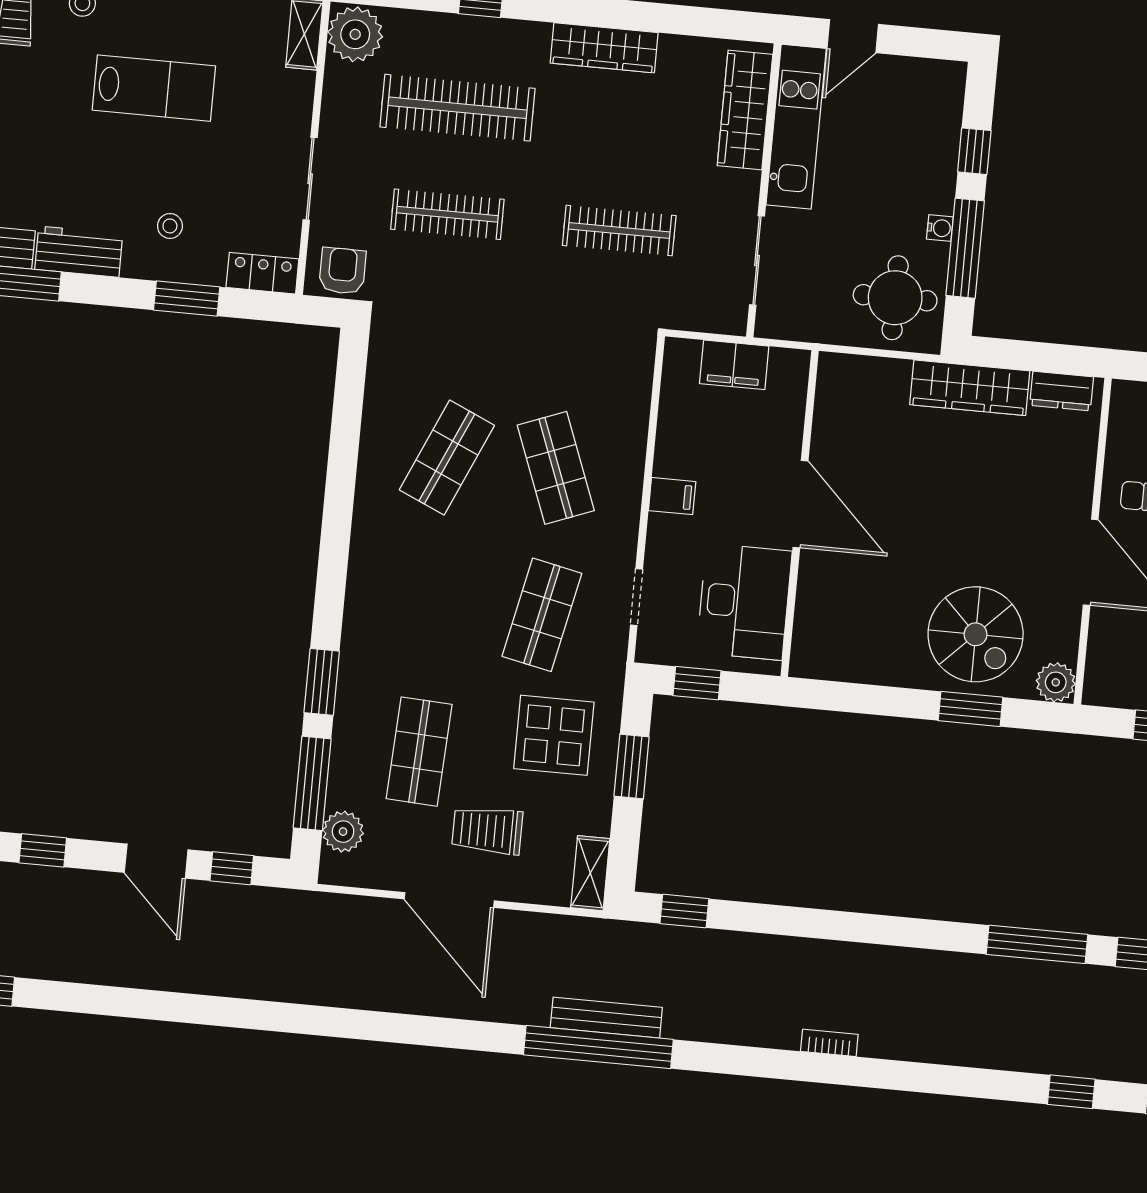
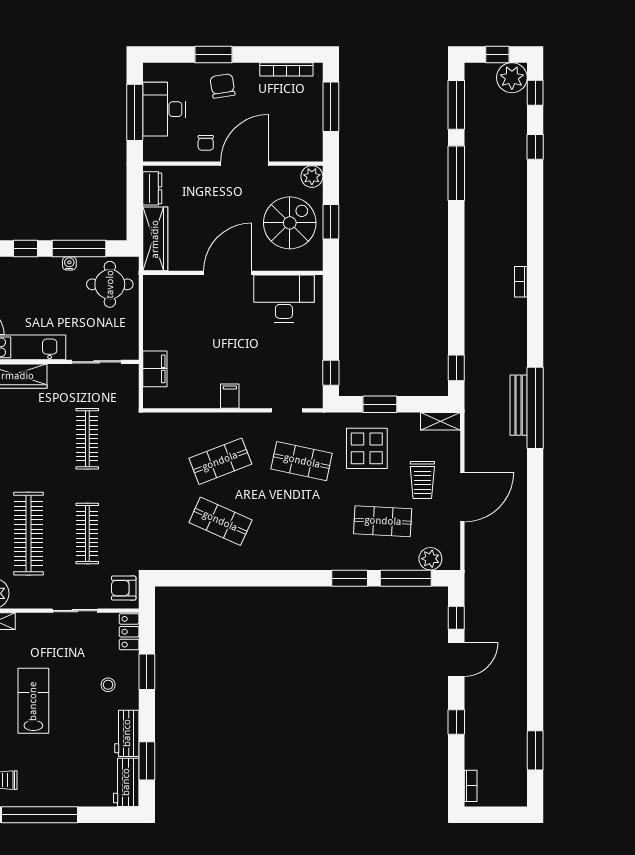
door: (800, 504) -> (228, 273), moved
wall: (800, 514) -> (233, 273), moved
desk: (744, 602) -> (284, 299), moved

